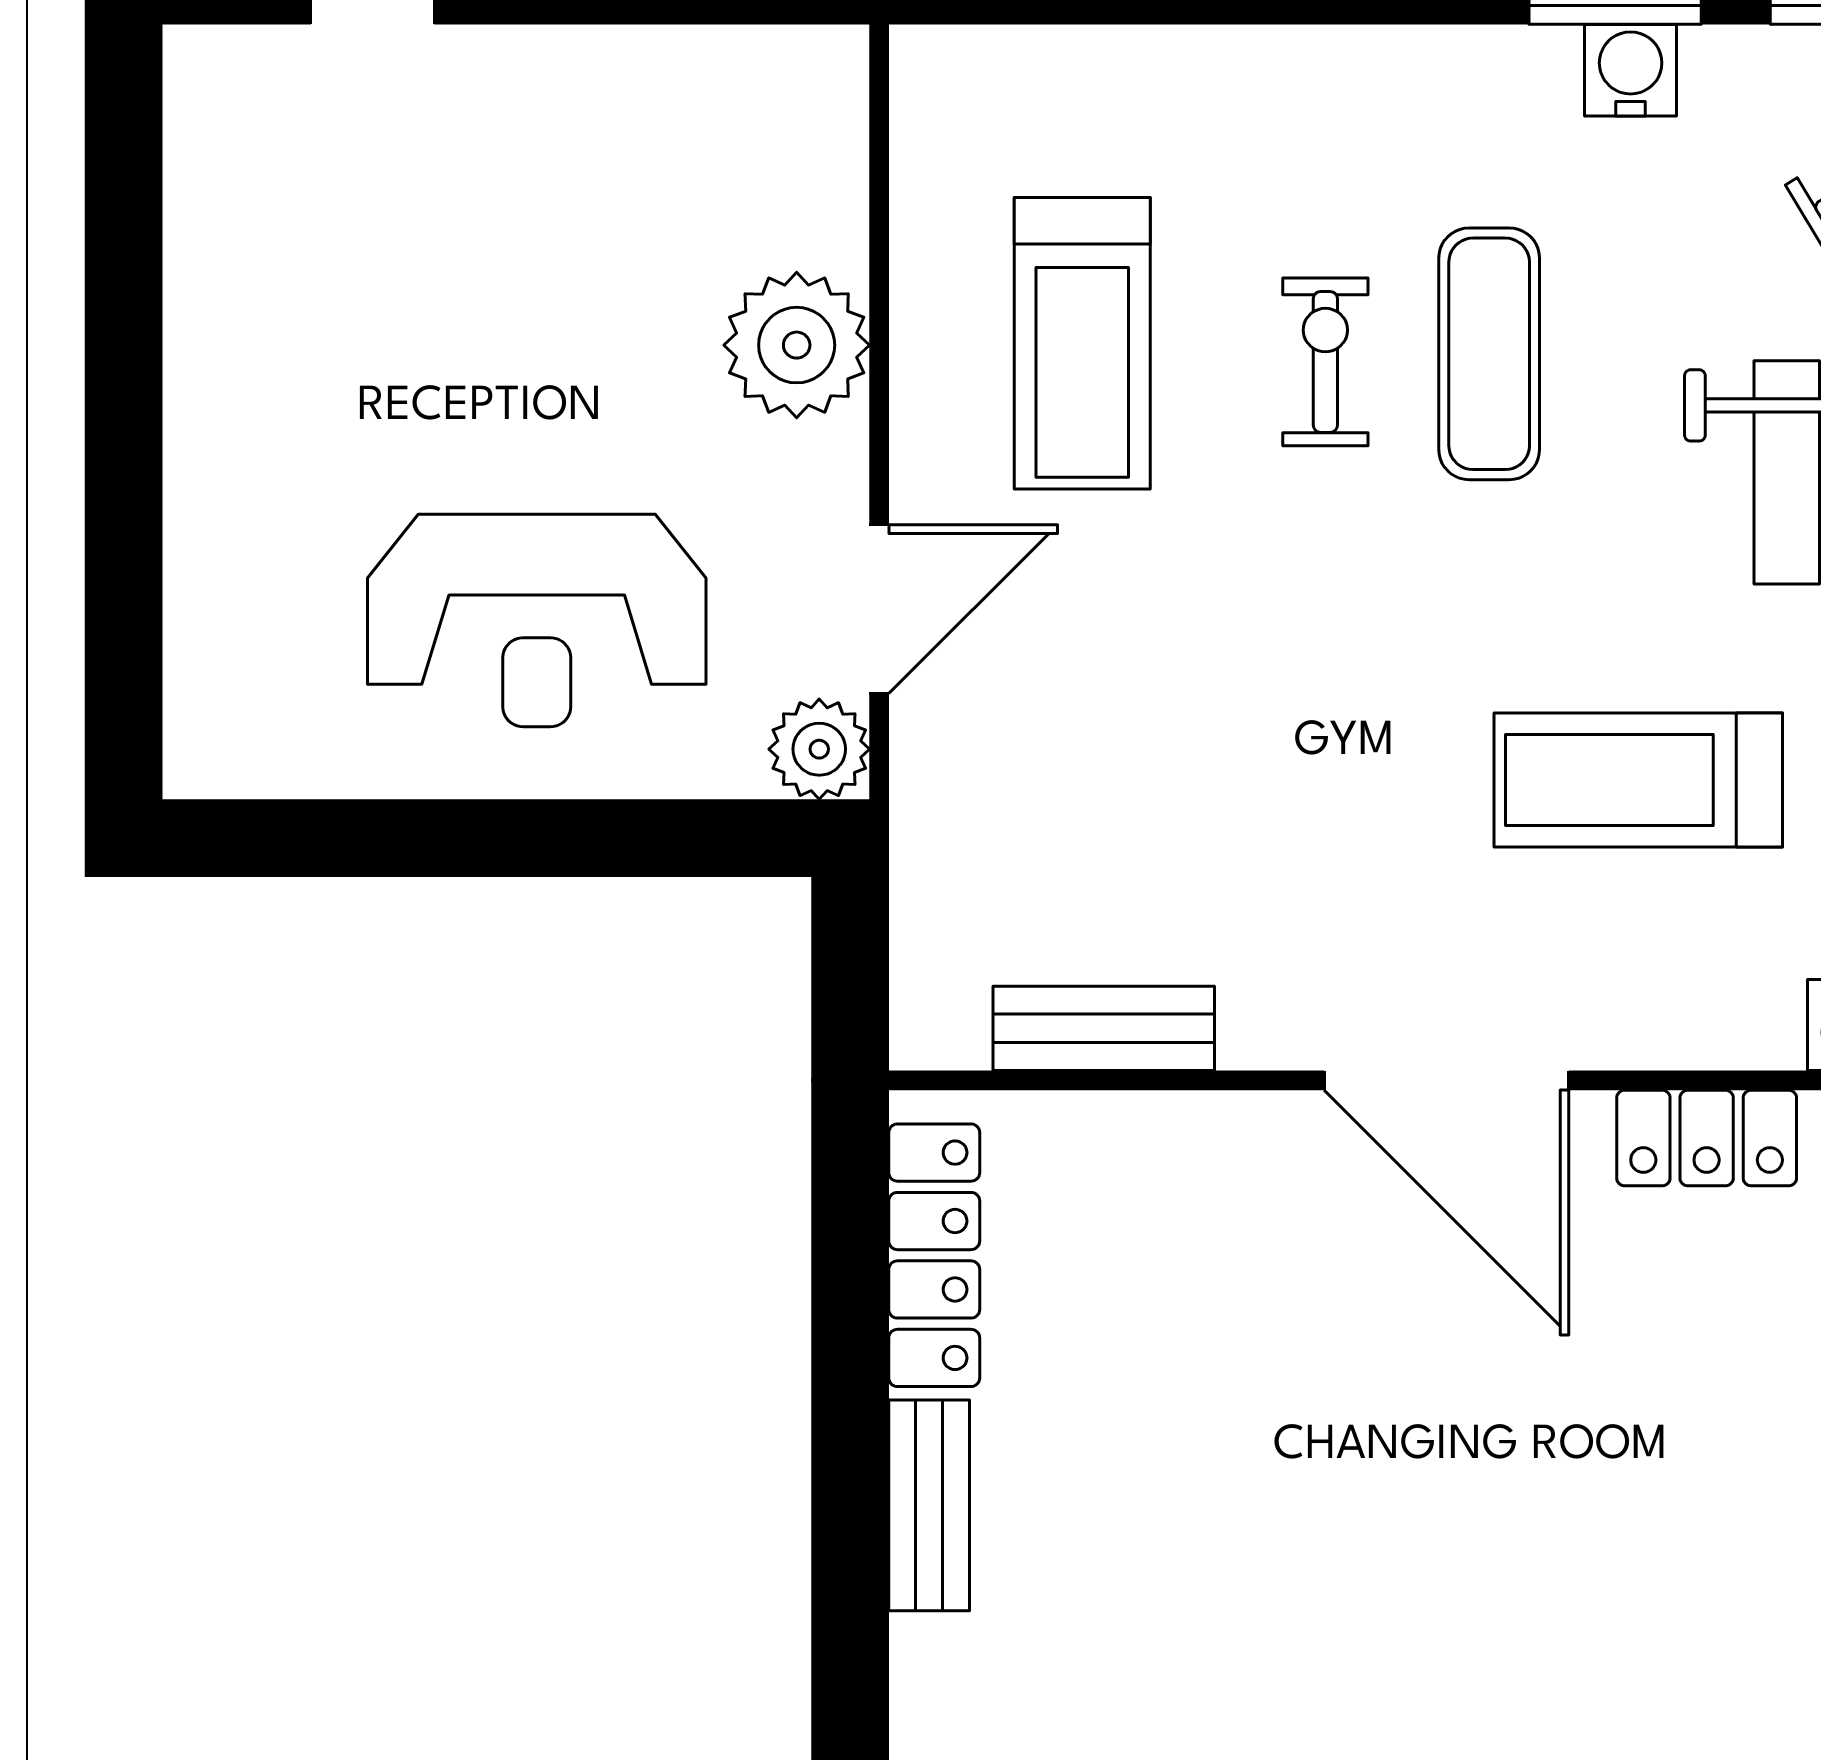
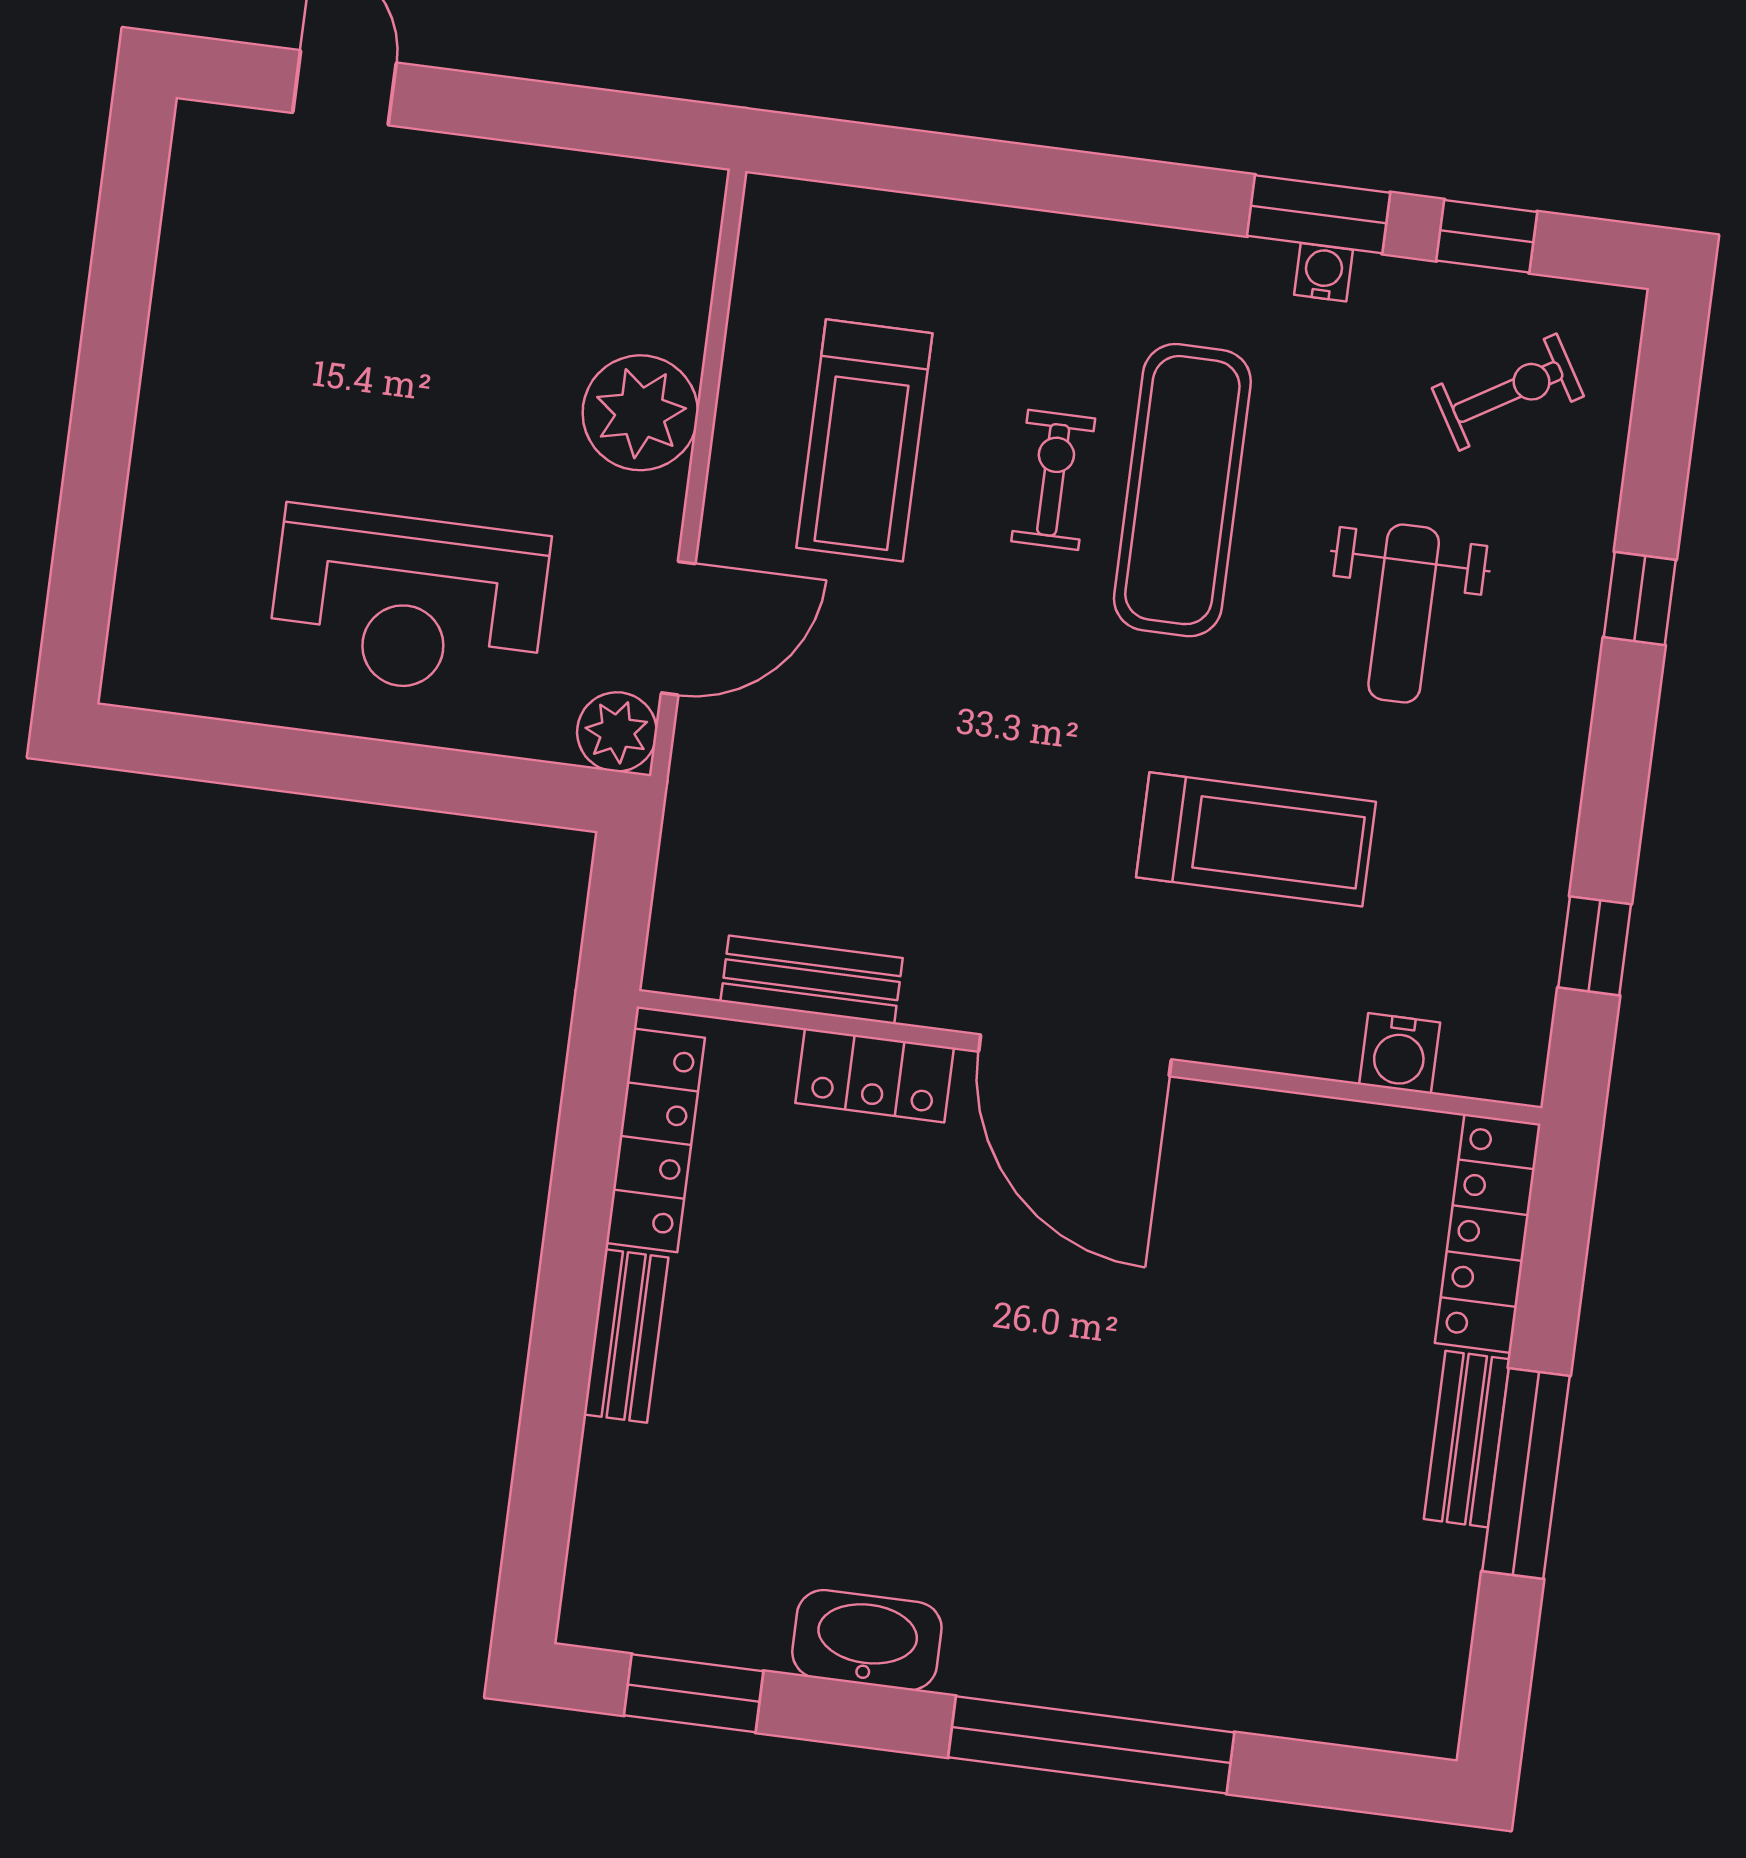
water cooler: (1631, 70) -> (1323, 272), width x0.72, depth x0.72
exercise mat: (1489, 354) -> (1182, 490), width x1.36, depth x1.45
treadmill: (1638, 780) -> (1256, 839), turned 180
locker: (1707, 1138) -> (875, 1075), moved

